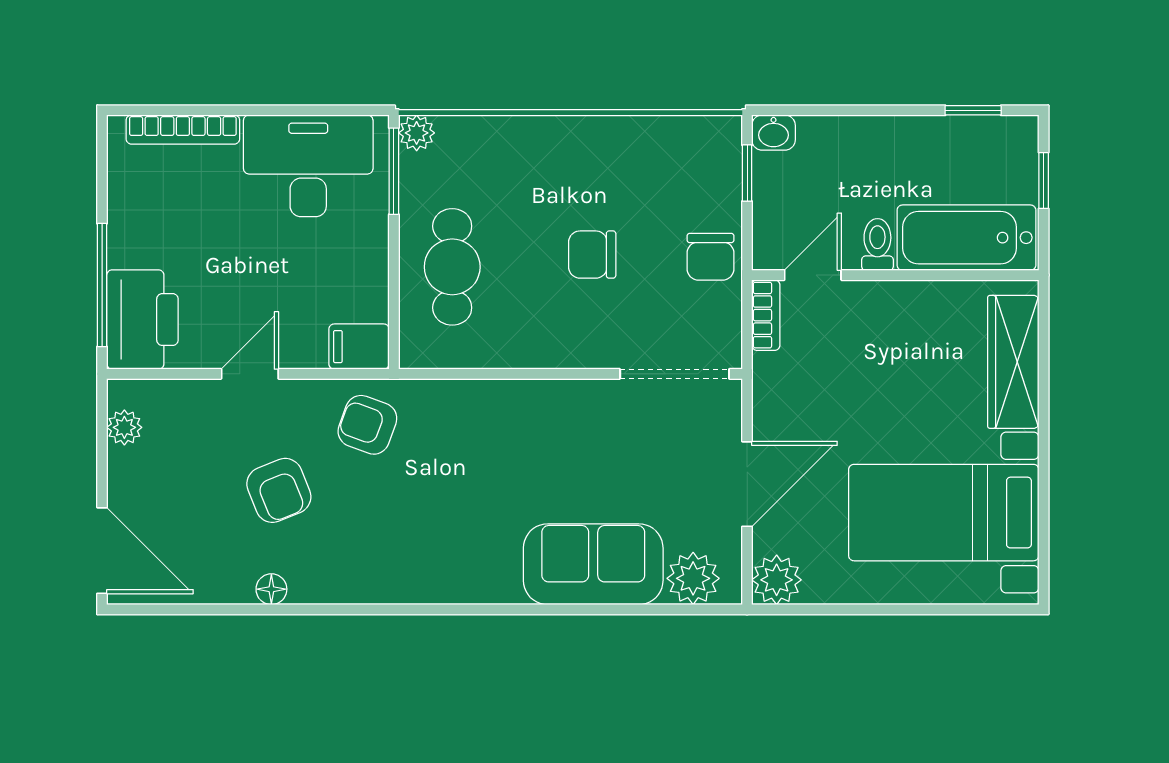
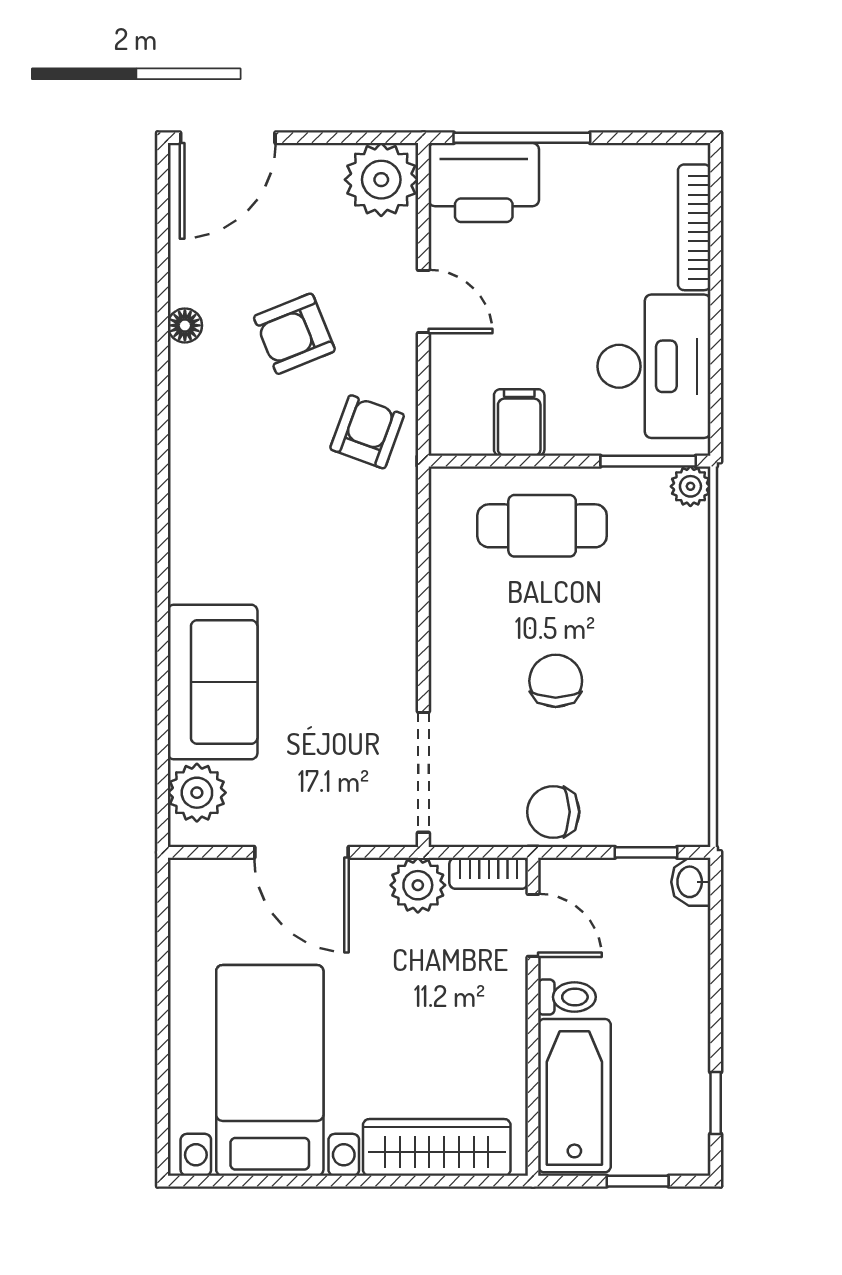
filing cabinet: (359, 347) -> (519, 423), moved
plant: (124, 427) -> (381, 180), width x1.88, depth x1.88
plant: (777, 580) -> (418, 885), moved

